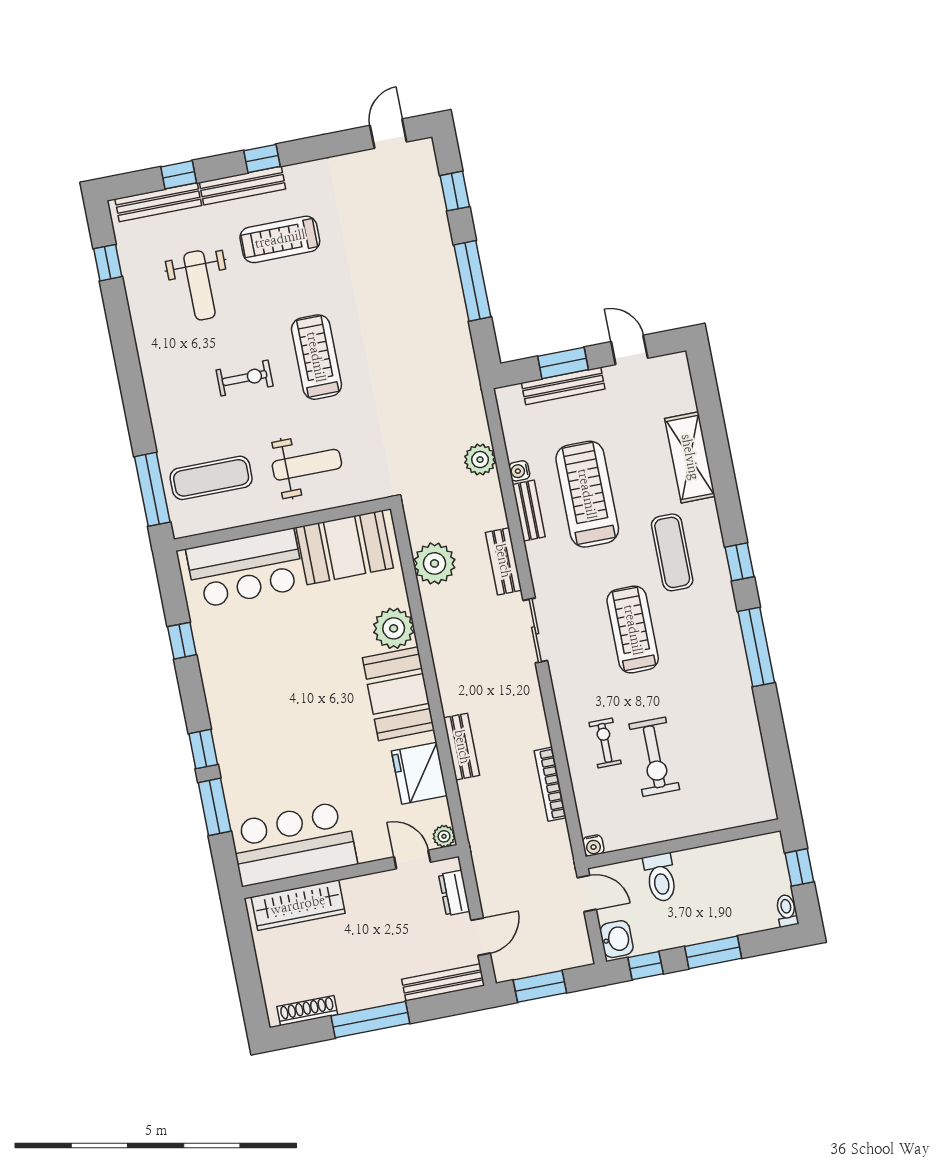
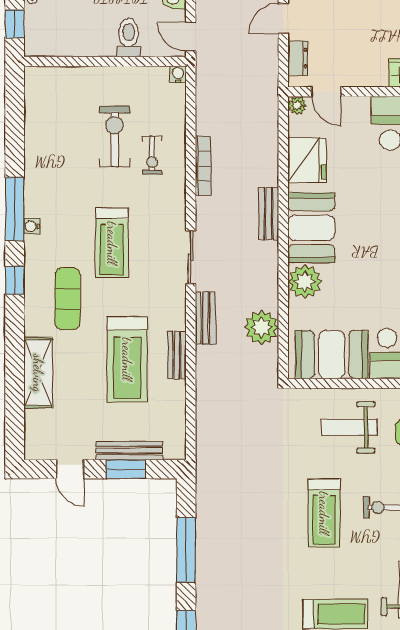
plant: (480, 460) -> (208, 404), removed
water cooler: (519, 471) -> (32, 226), moved, turned 180
bench: (462, 747) -> (269, 214), moved
bookcase: (550, 784) -> (203, 166), moved

